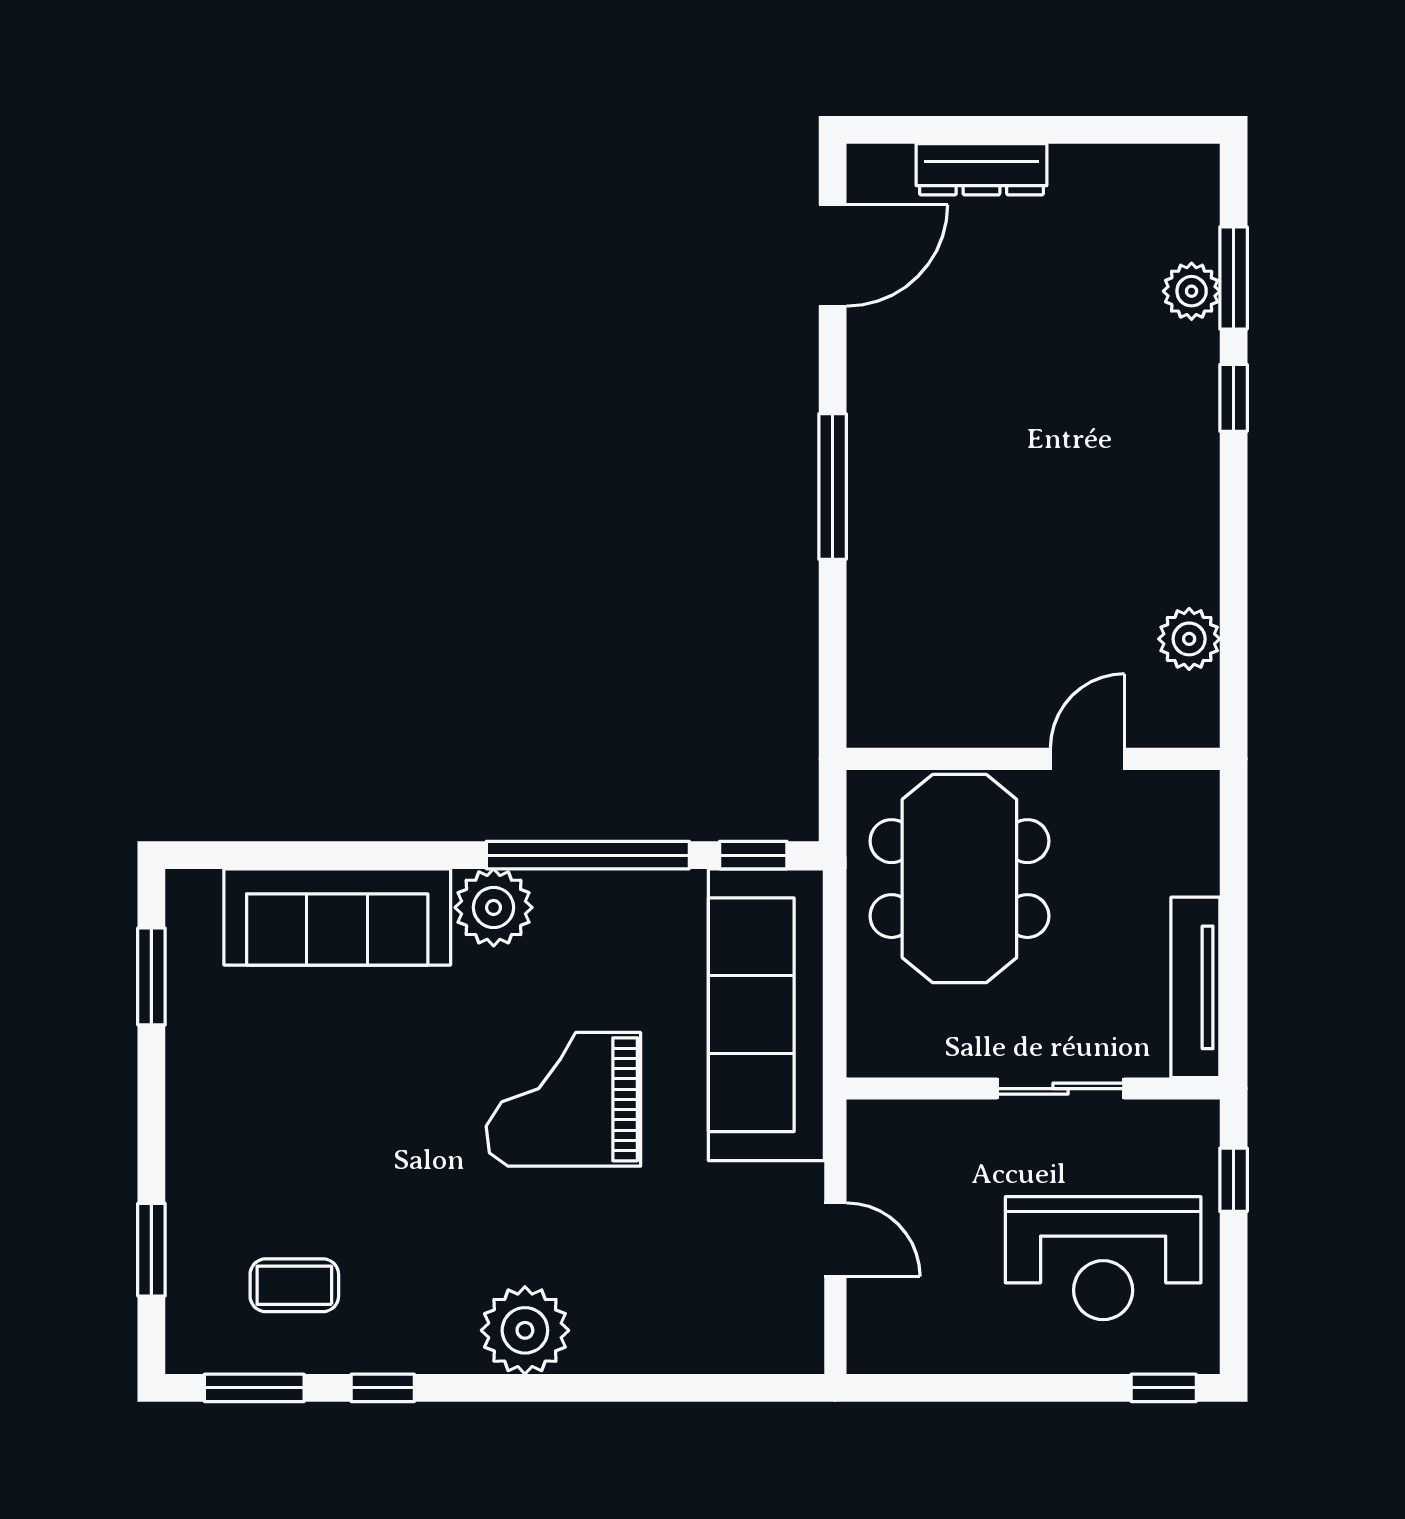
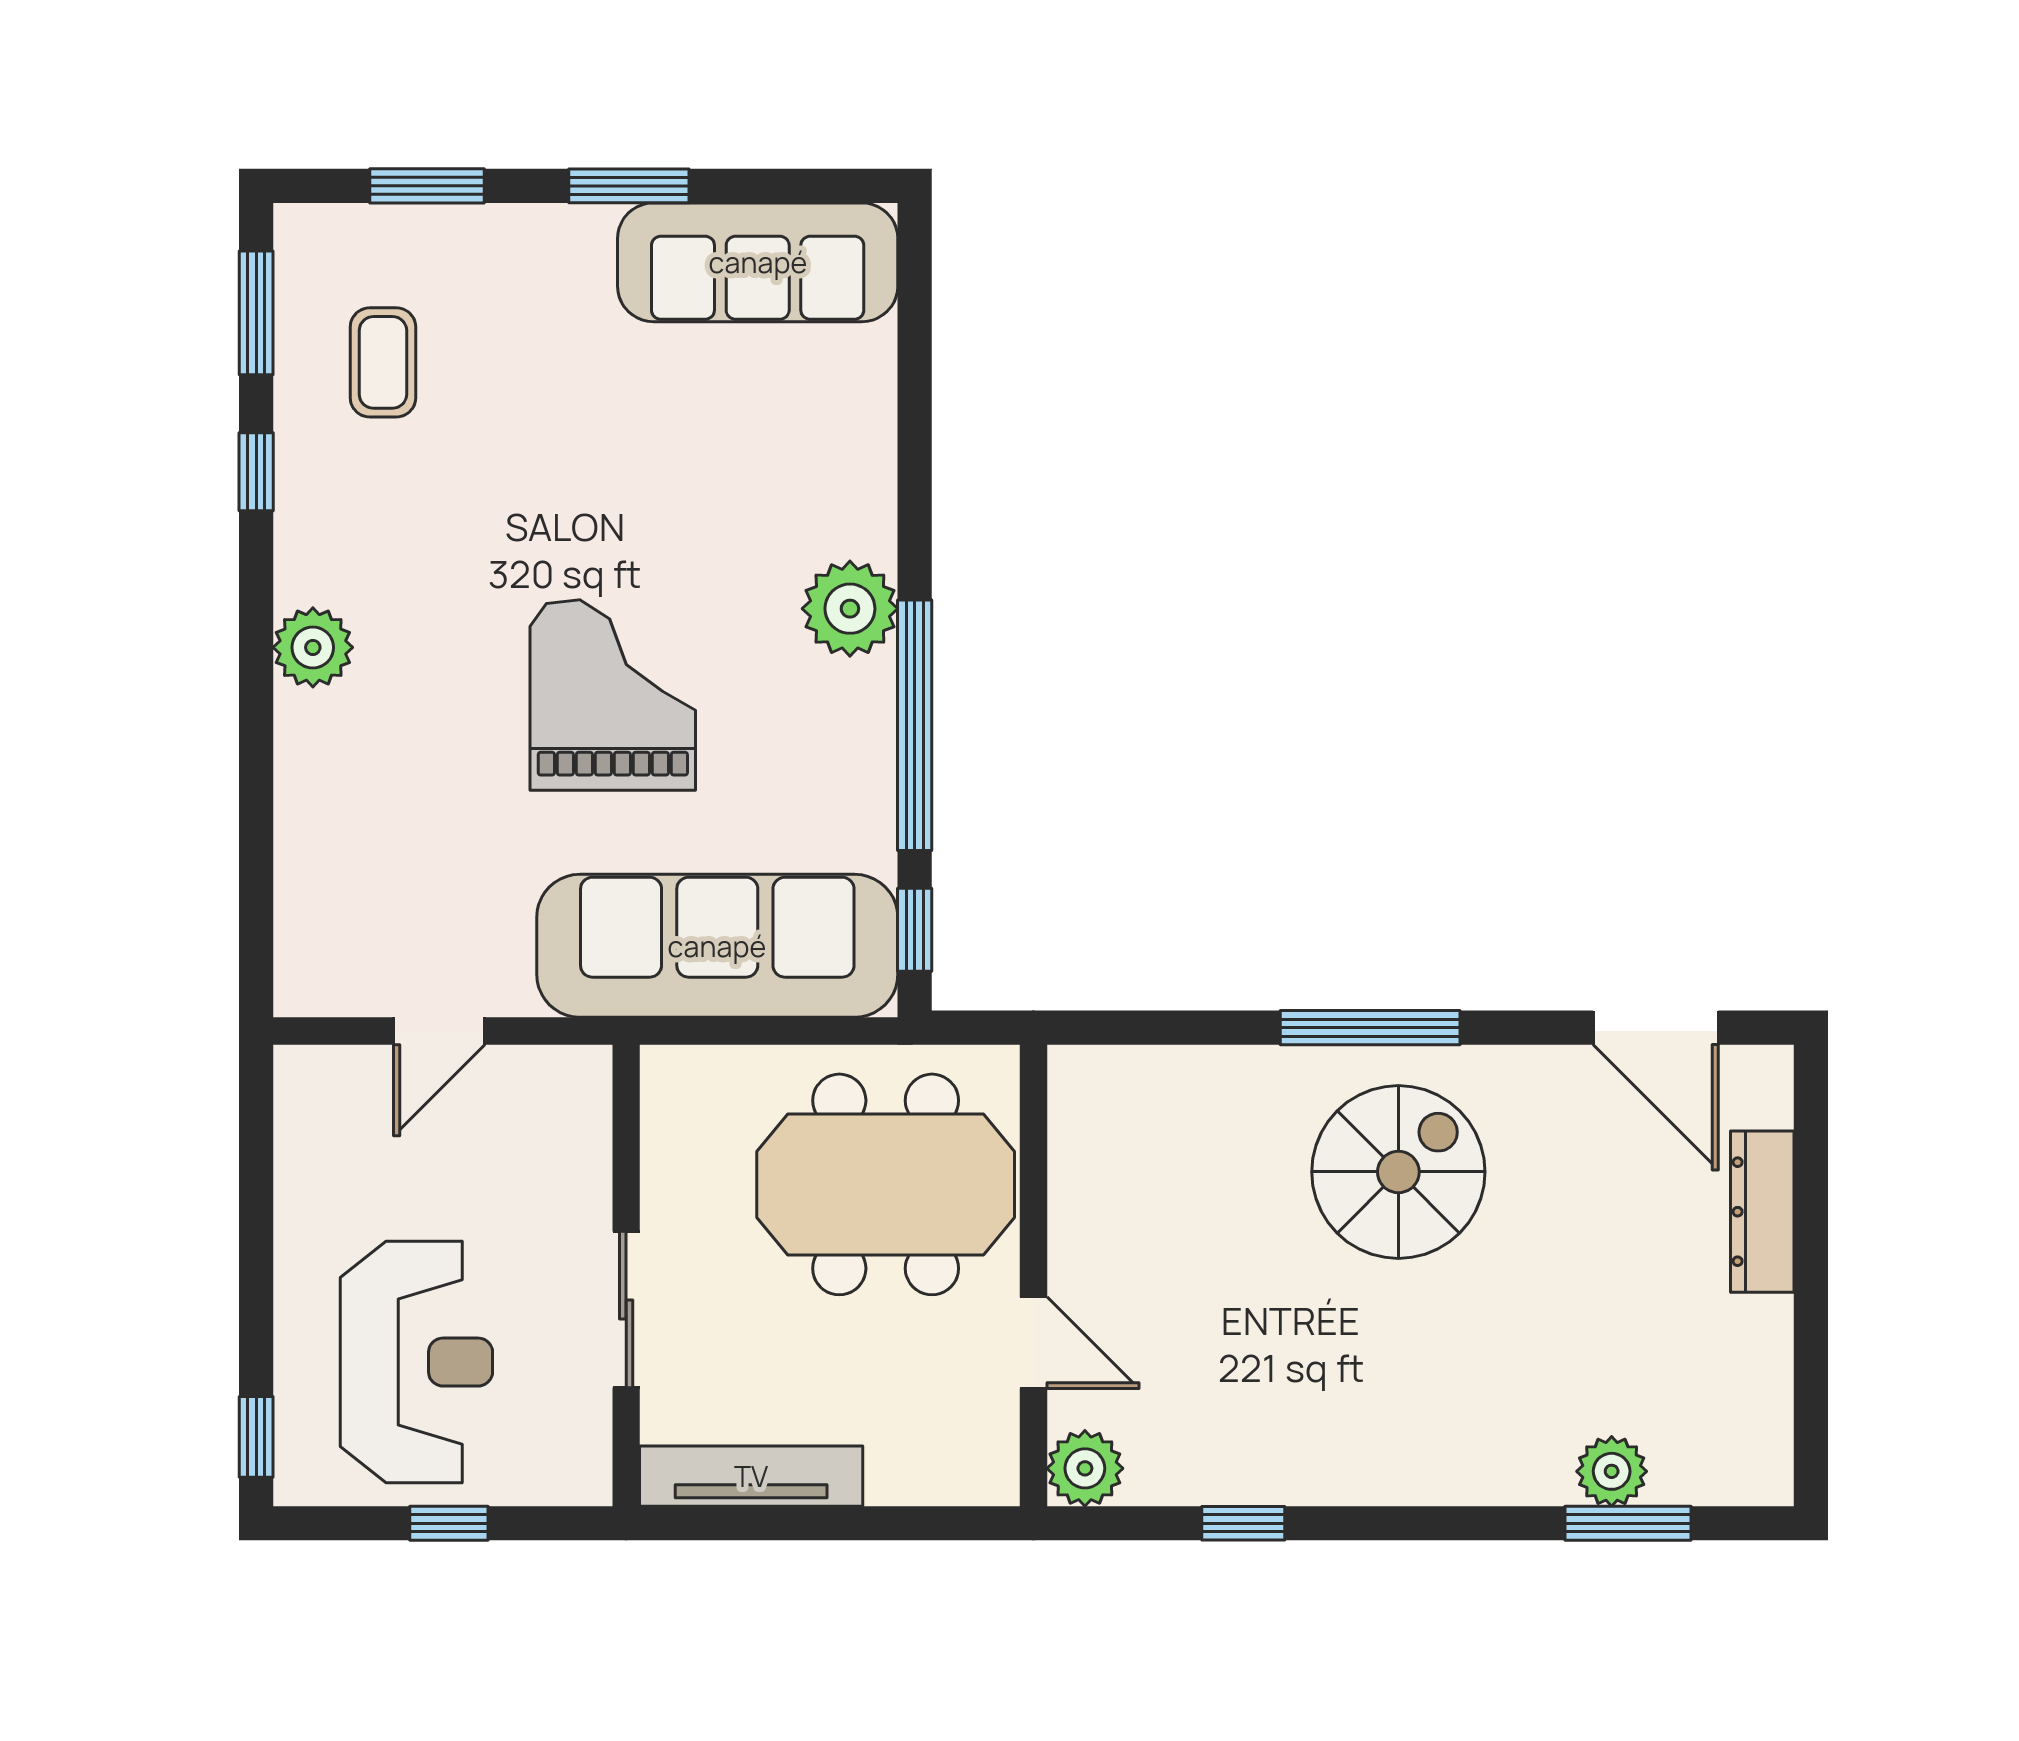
window: (1234, 398) -> (1243, 1523), moved
spiral stairs: (949, 464) -> (1398, 1172), added
plant: (1189, 639) -> (1085, 1468), moved
sofa: (337, 917) -> (758, 262), moved, turned -90
window: (151, 976) -> (629, 186), moved
window: (1234, 1180) -> (449, 1523), moved
reception desk: (1103, 1258) -> (416, 1362), turned 180
plant: (525, 1330) -> (313, 647), width x0.73, depth x0.73

